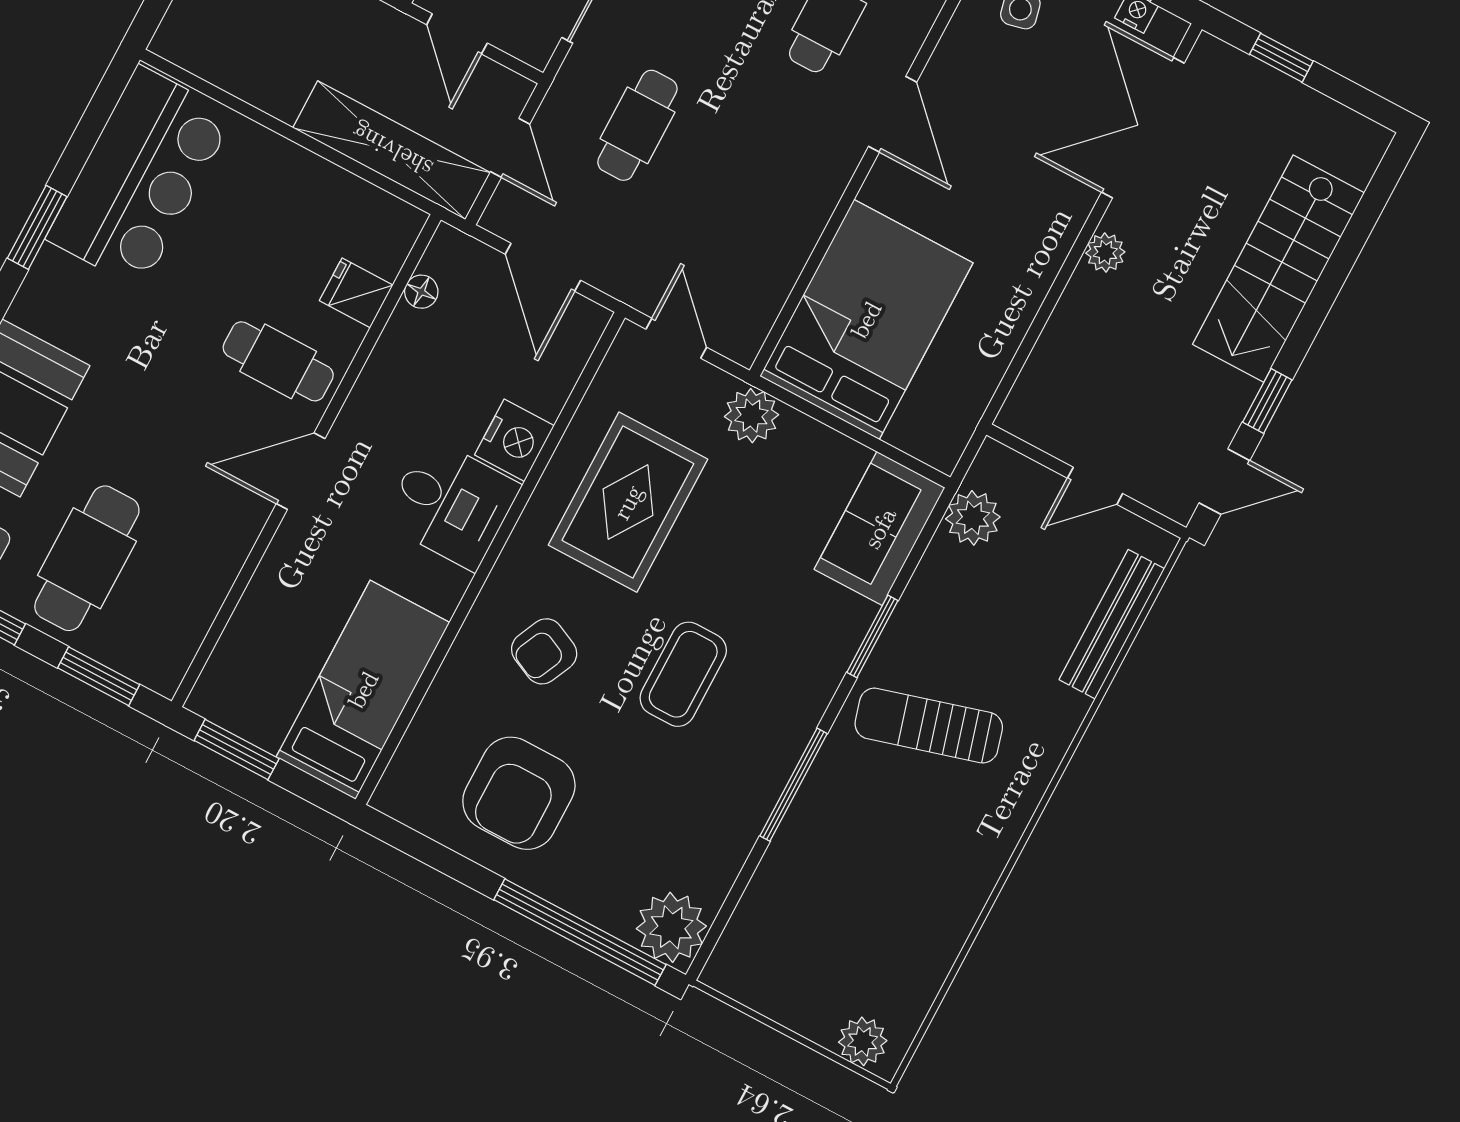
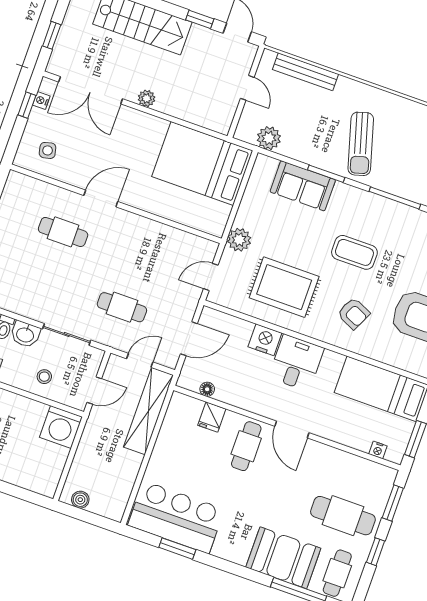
window: (37, 227) -> (177, 549), moved
bed: (866, 320) -> (202, 164), moved
sofa: (880, 528) -> (303, 186), moved
nightstand: (225, 660) -> (378, 450), added

